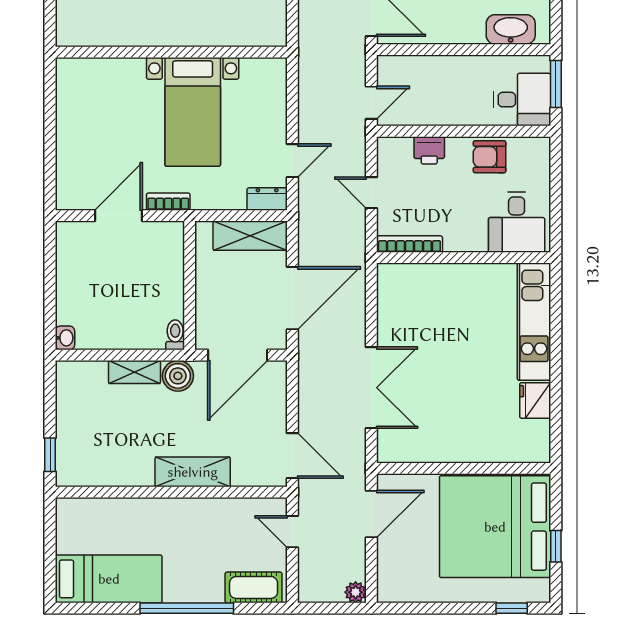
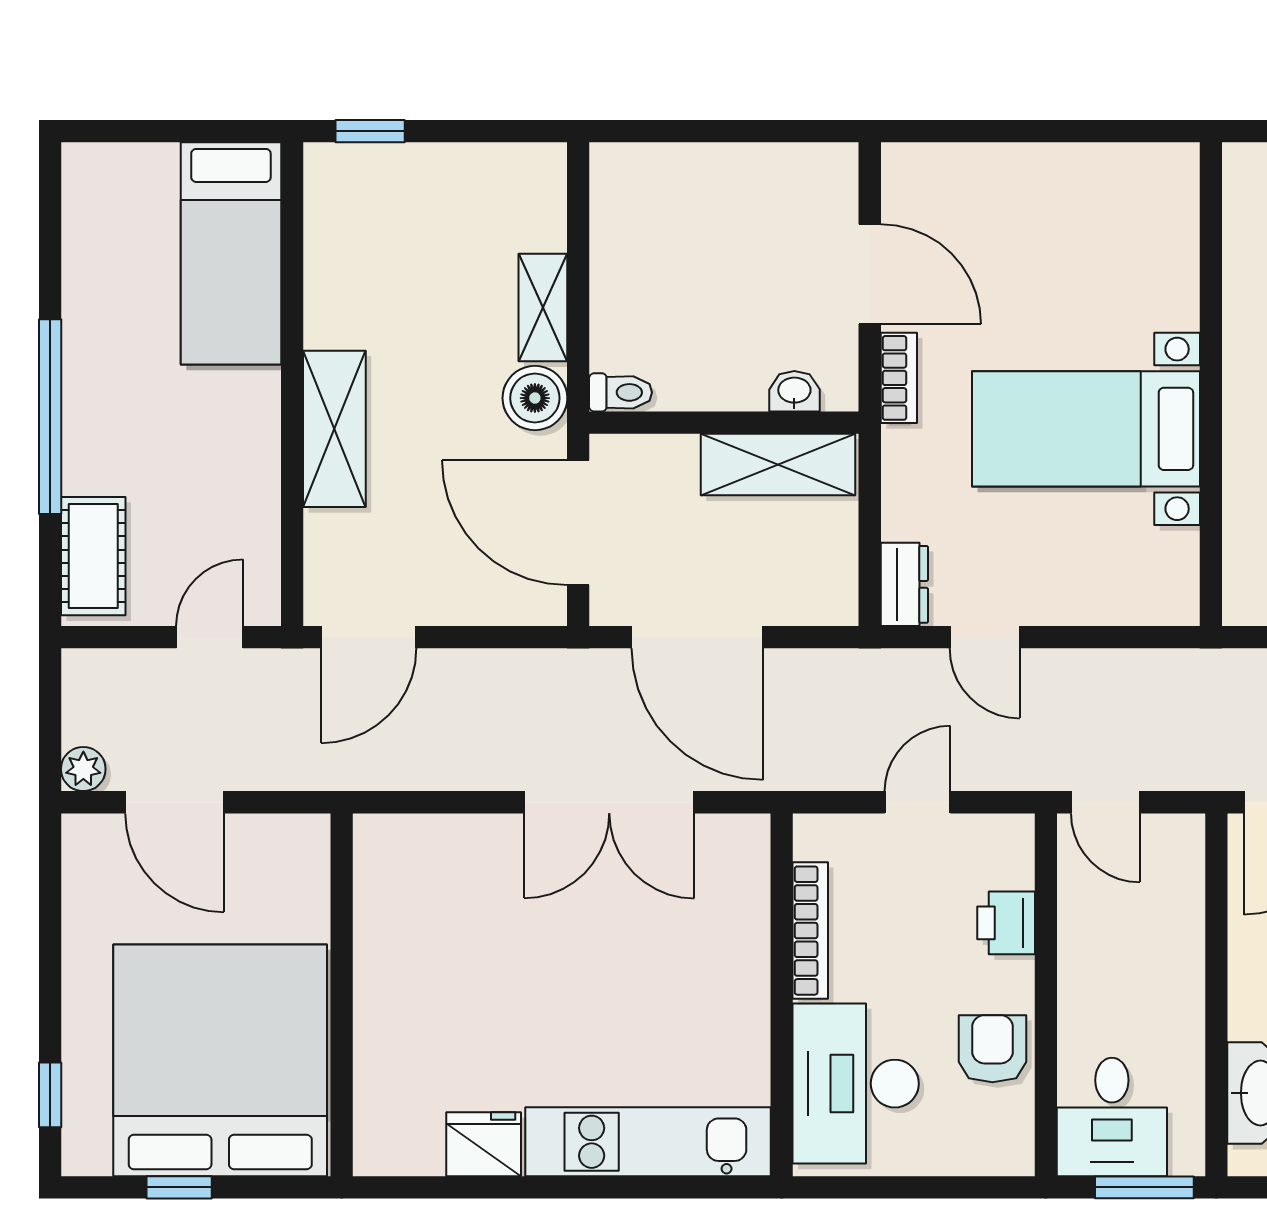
desk: (517, 222) -> (856, 1084), width x1.37
shelving: (250, 236) -> (778, 465), moved, turned 90
bookcase: (409, 244) -> (810, 931), moved
washbasin: (65, 338) -> (794, 391), moved, turned 180
double door: (371, 388) -> (609, 802), moved
door: (371, 514) -> (175, 802), moved
bed: (109, 579) -> (231, 253), moved

